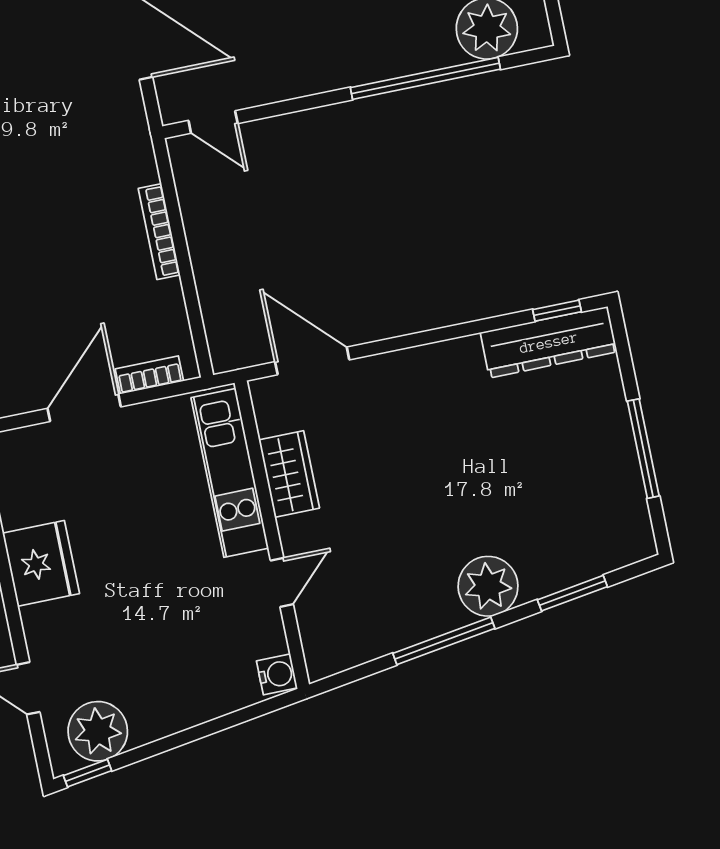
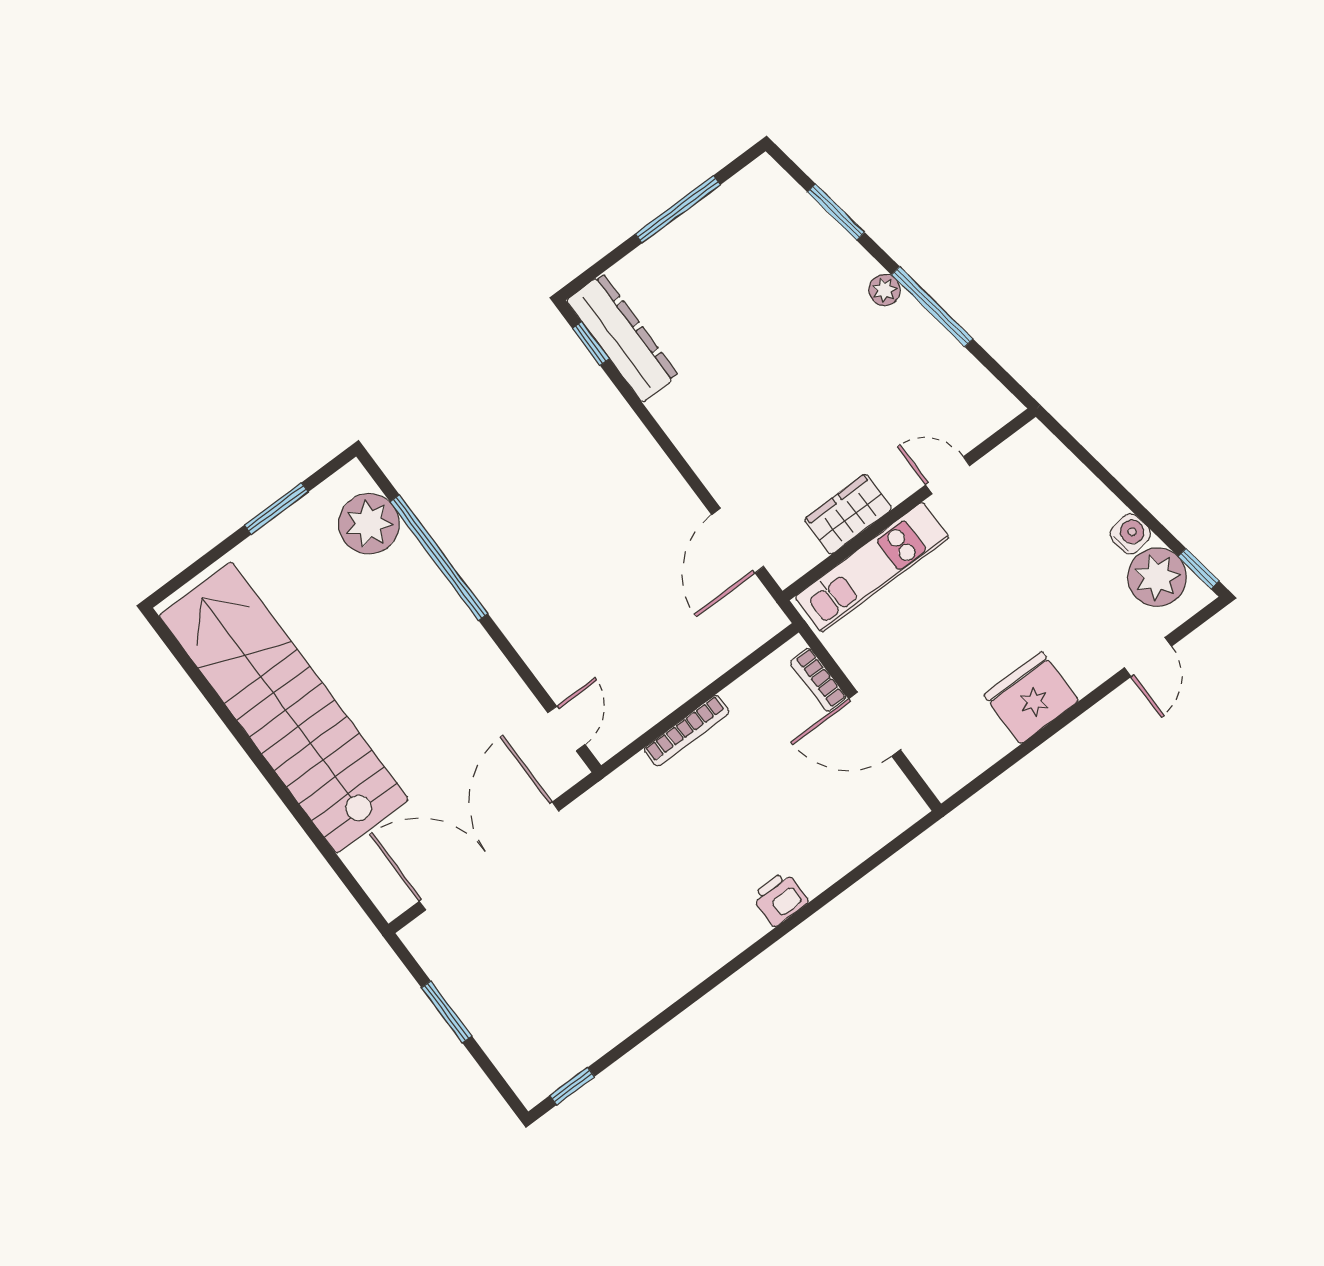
plant: (488, 586) -> (884, 290), width x0.53, depth x0.53
water cooler: (277, 674) -> (1130, 534), moved, turned 81

